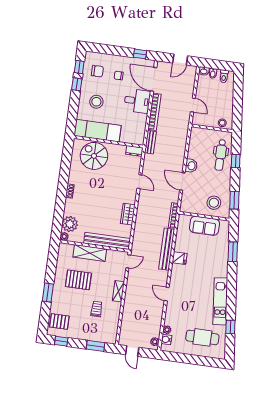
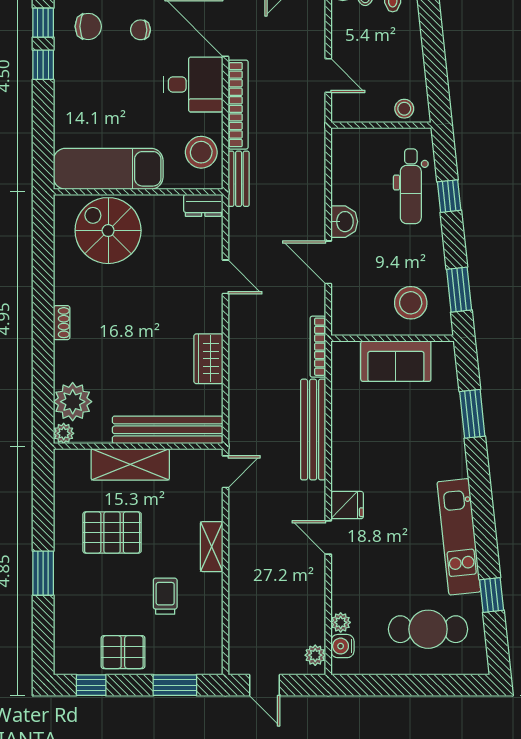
stool: (96, 102) -> (201, 152), moved
fridge: (180, 258) -> (347, 505), moved
pallet: (59, 322) -> (123, 652), moved

